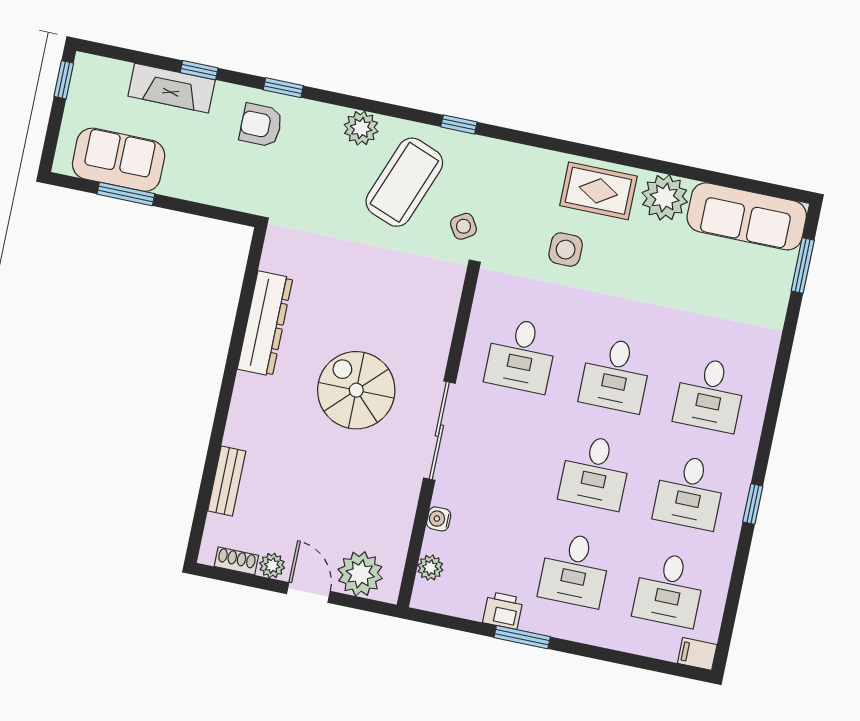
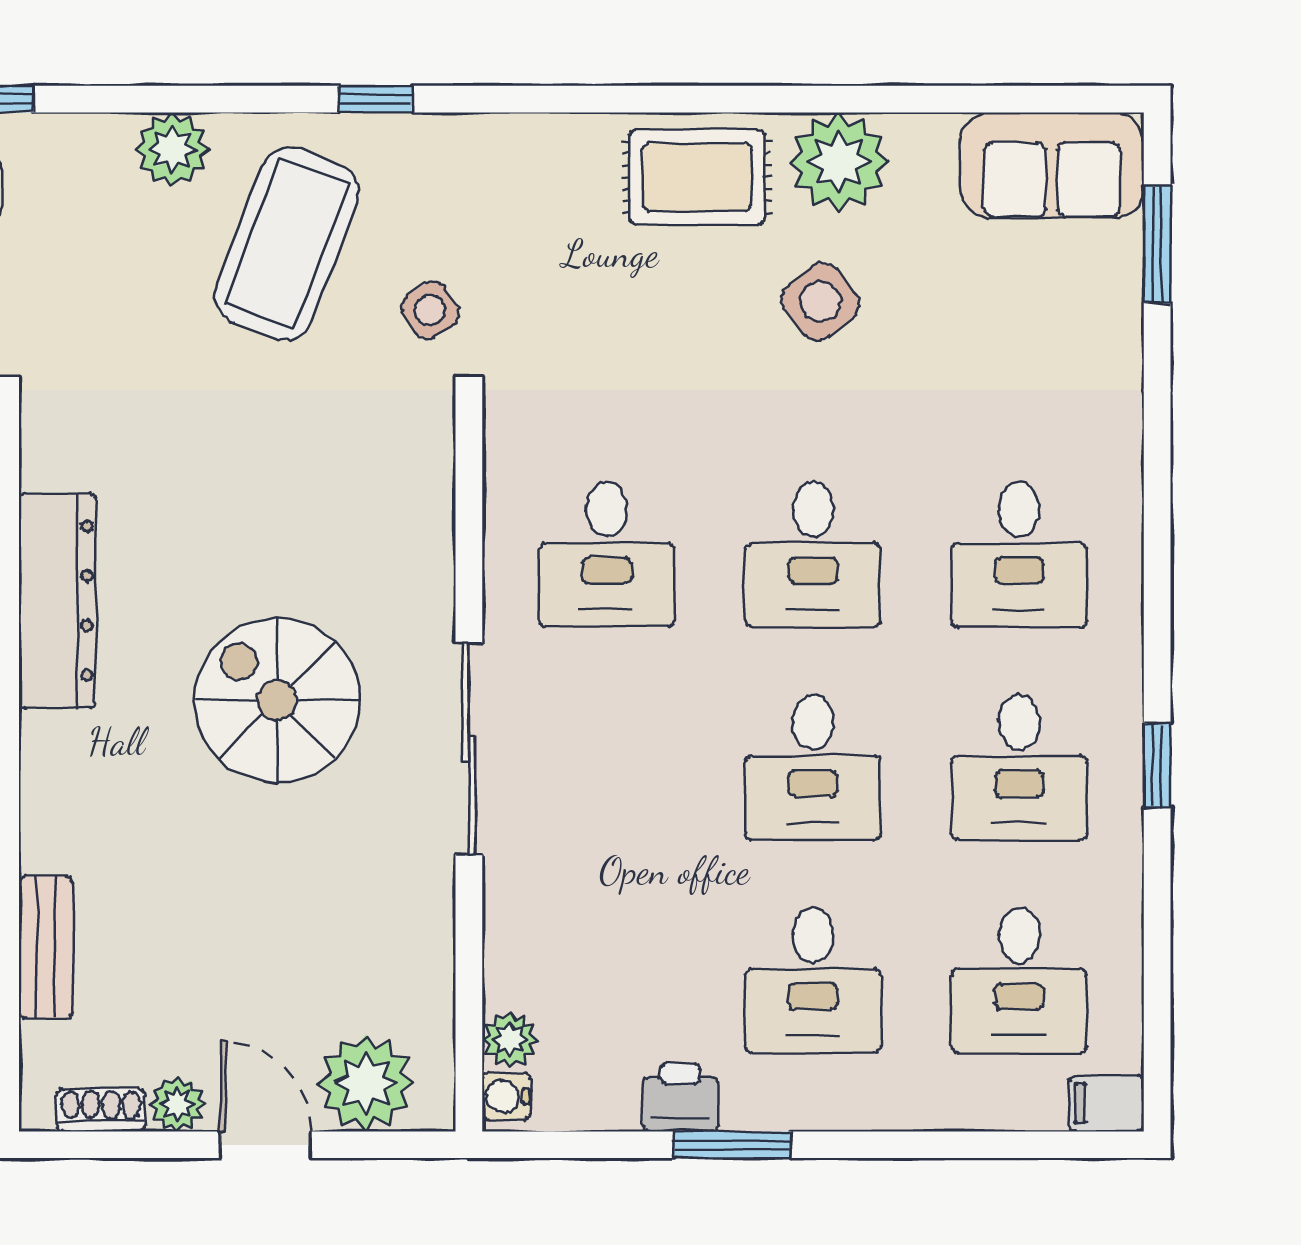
sofa: (747, 216) -> (1052, 165), width x0.73
side table: (566, 250) -> (820, 301), moved, turned -38
water cooler: (439, 519) -> (506, 1096), moved

